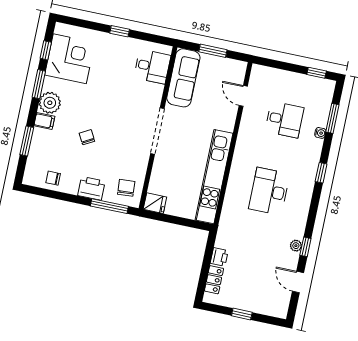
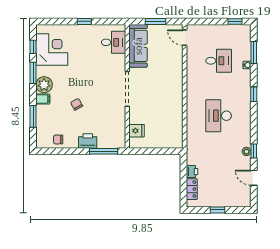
door: (243, 96) -> (185, 38), moved
kitchen unit: (214, 177) -> (176, 113), removed
chair: (126, 188) -> (113, 135), removed
fridge: (155, 203) -> (137, 131), moved

